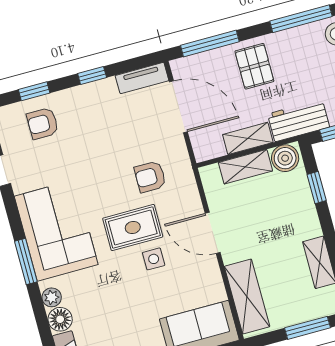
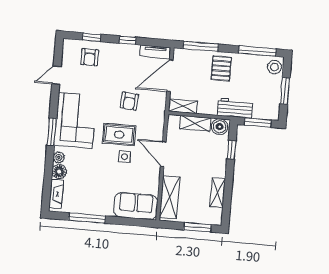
door: (178, 107) -> (170, 76), swing flipped
armchair: (43, 123) -> (90, 57), turned -90
shelving: (248, 138) -> (183, 106), moved
armchair: (150, 177) -> (129, 101), moved, turned -85

